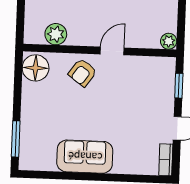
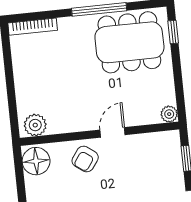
plant: (56, 34) -> (35, 125), moved

